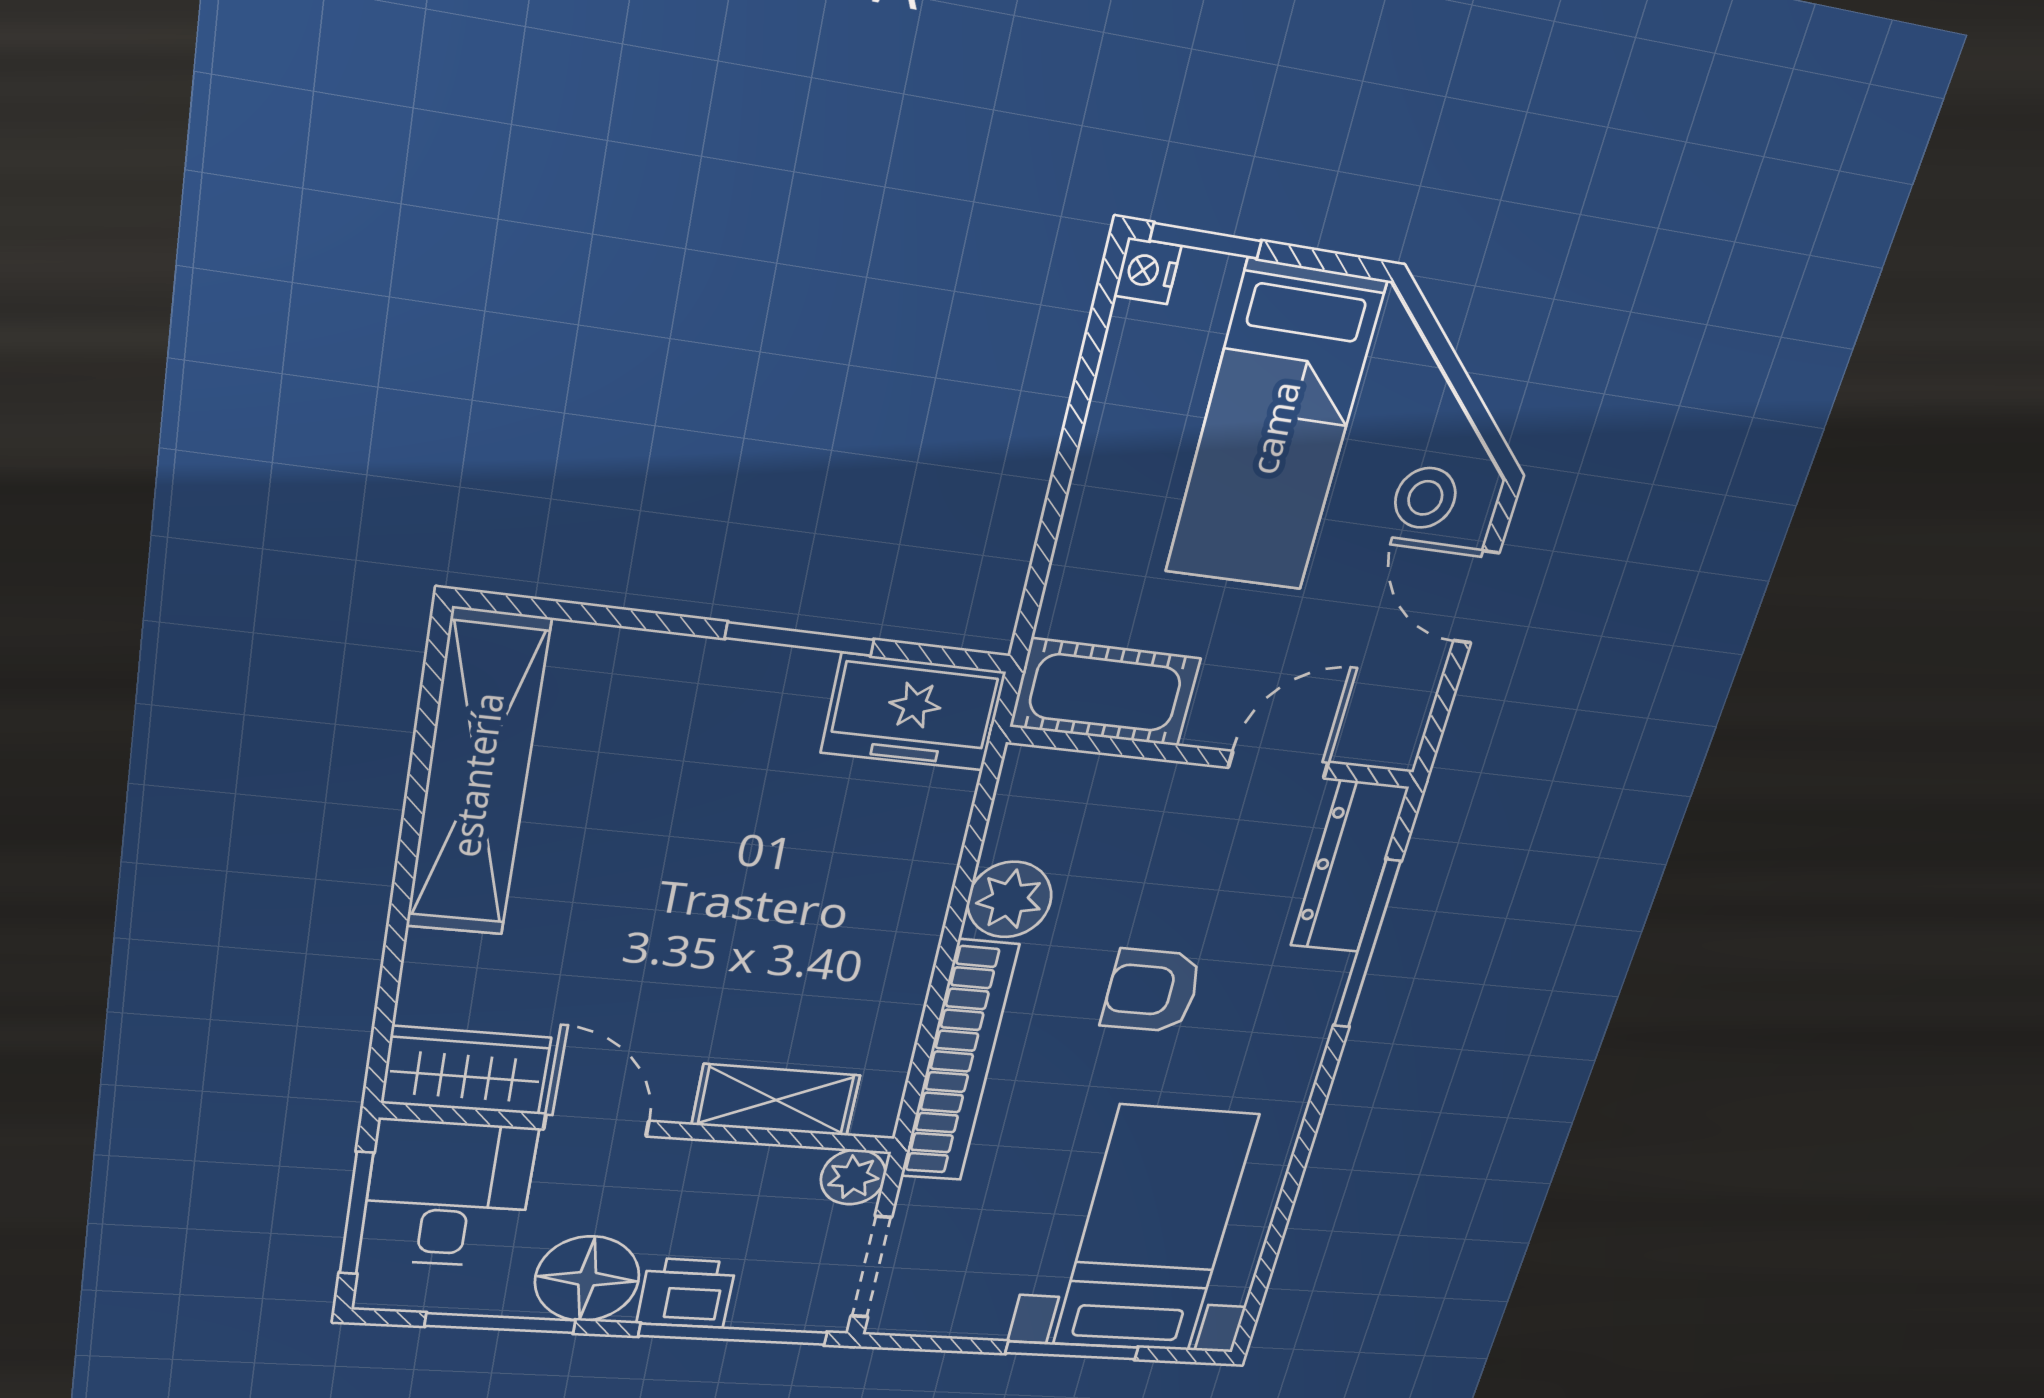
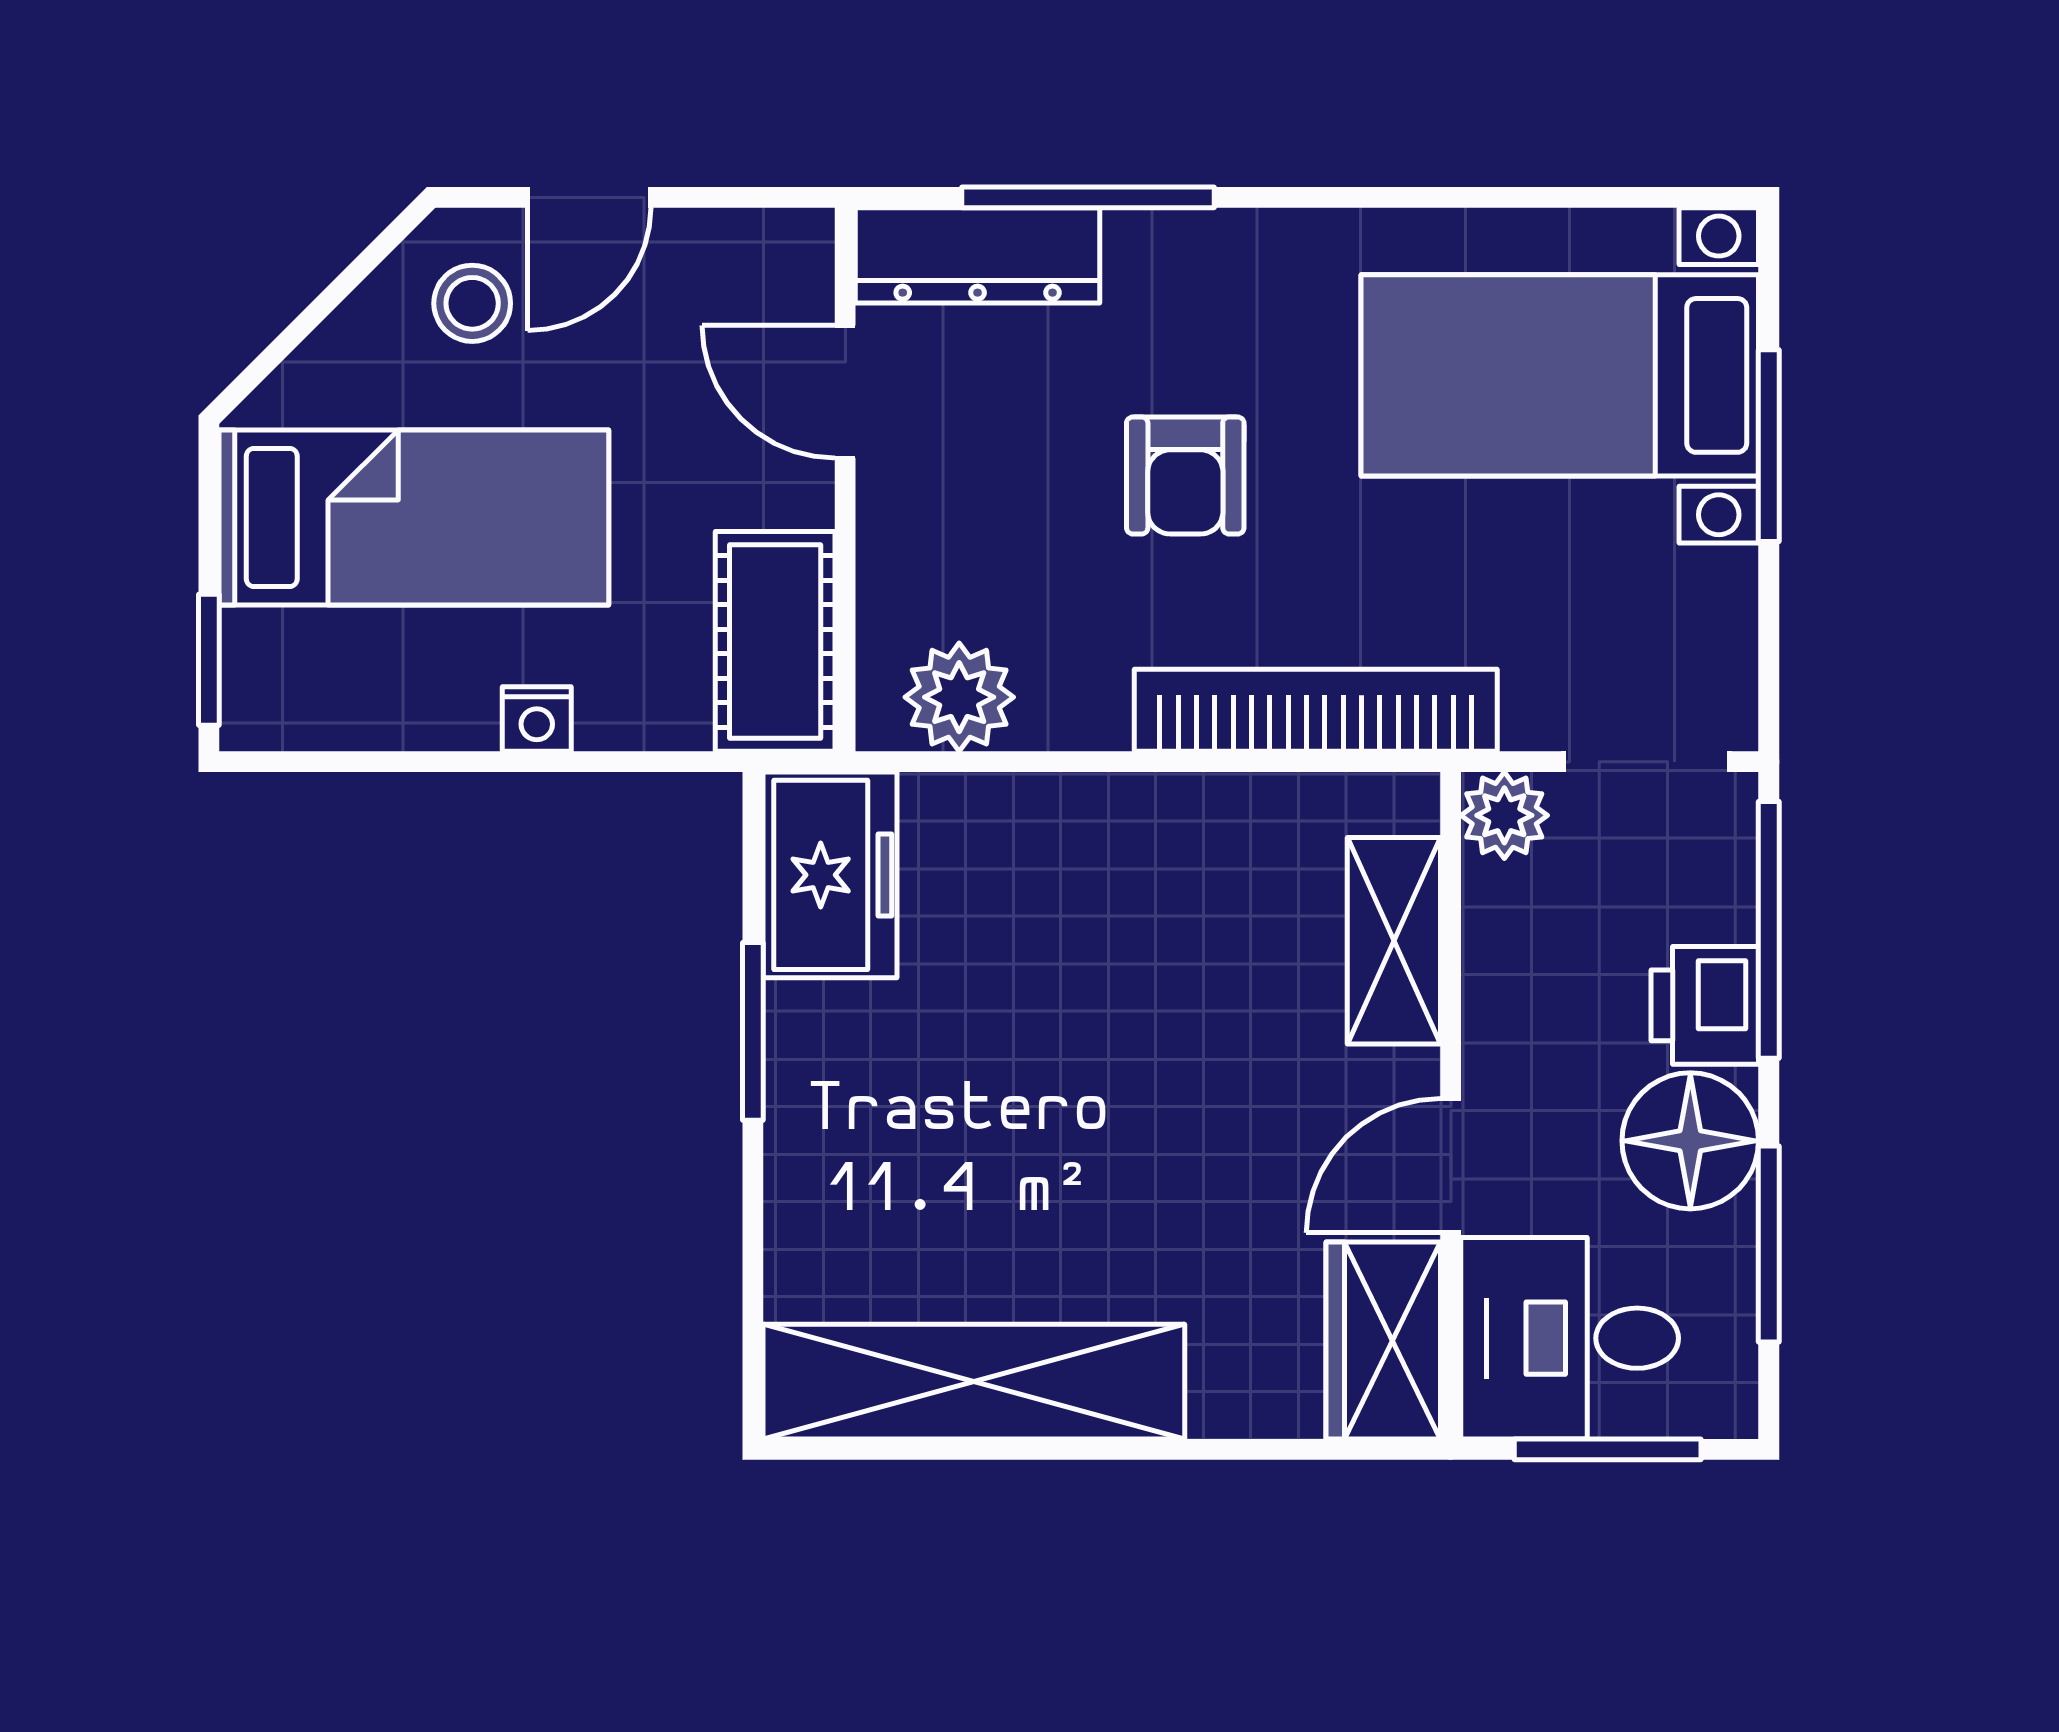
nightstand: (1148, 271) -> (537, 719), moved
plant: (1009, 900) -> (959, 697), moved

